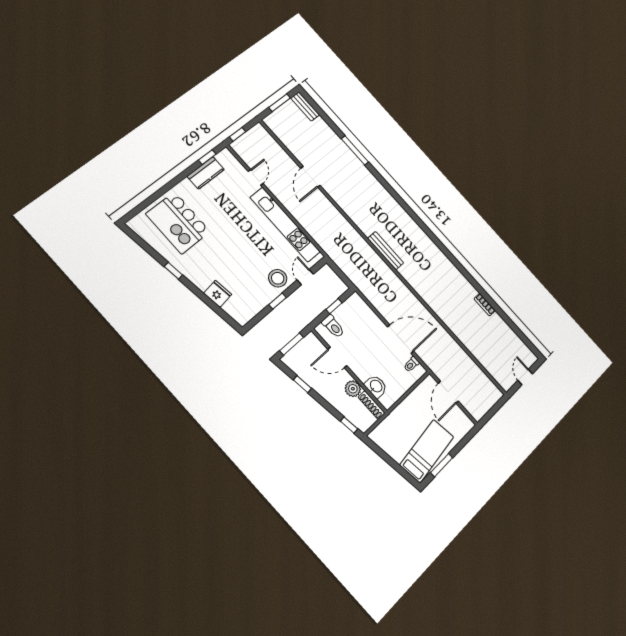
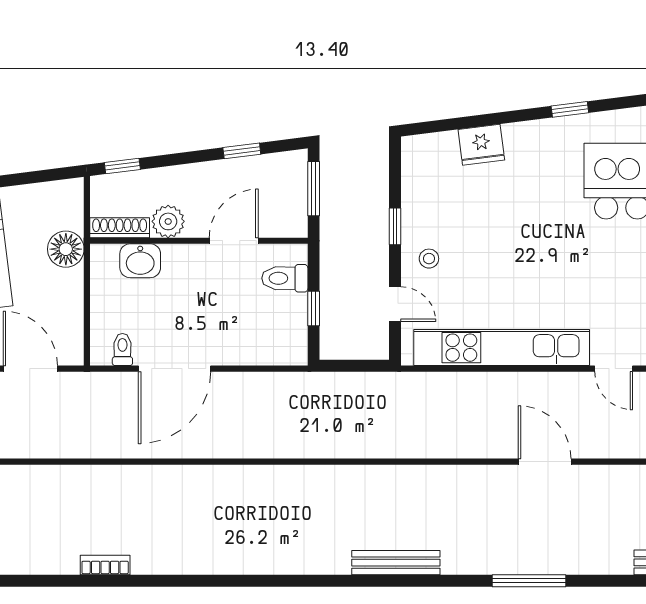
bench: (386, 251) -> (396, 563), moved
stool: (278, 278) -> (429, 259), width x0.53, depth x0.53
floor lamp: (397, 418) -> (66, 249), added

